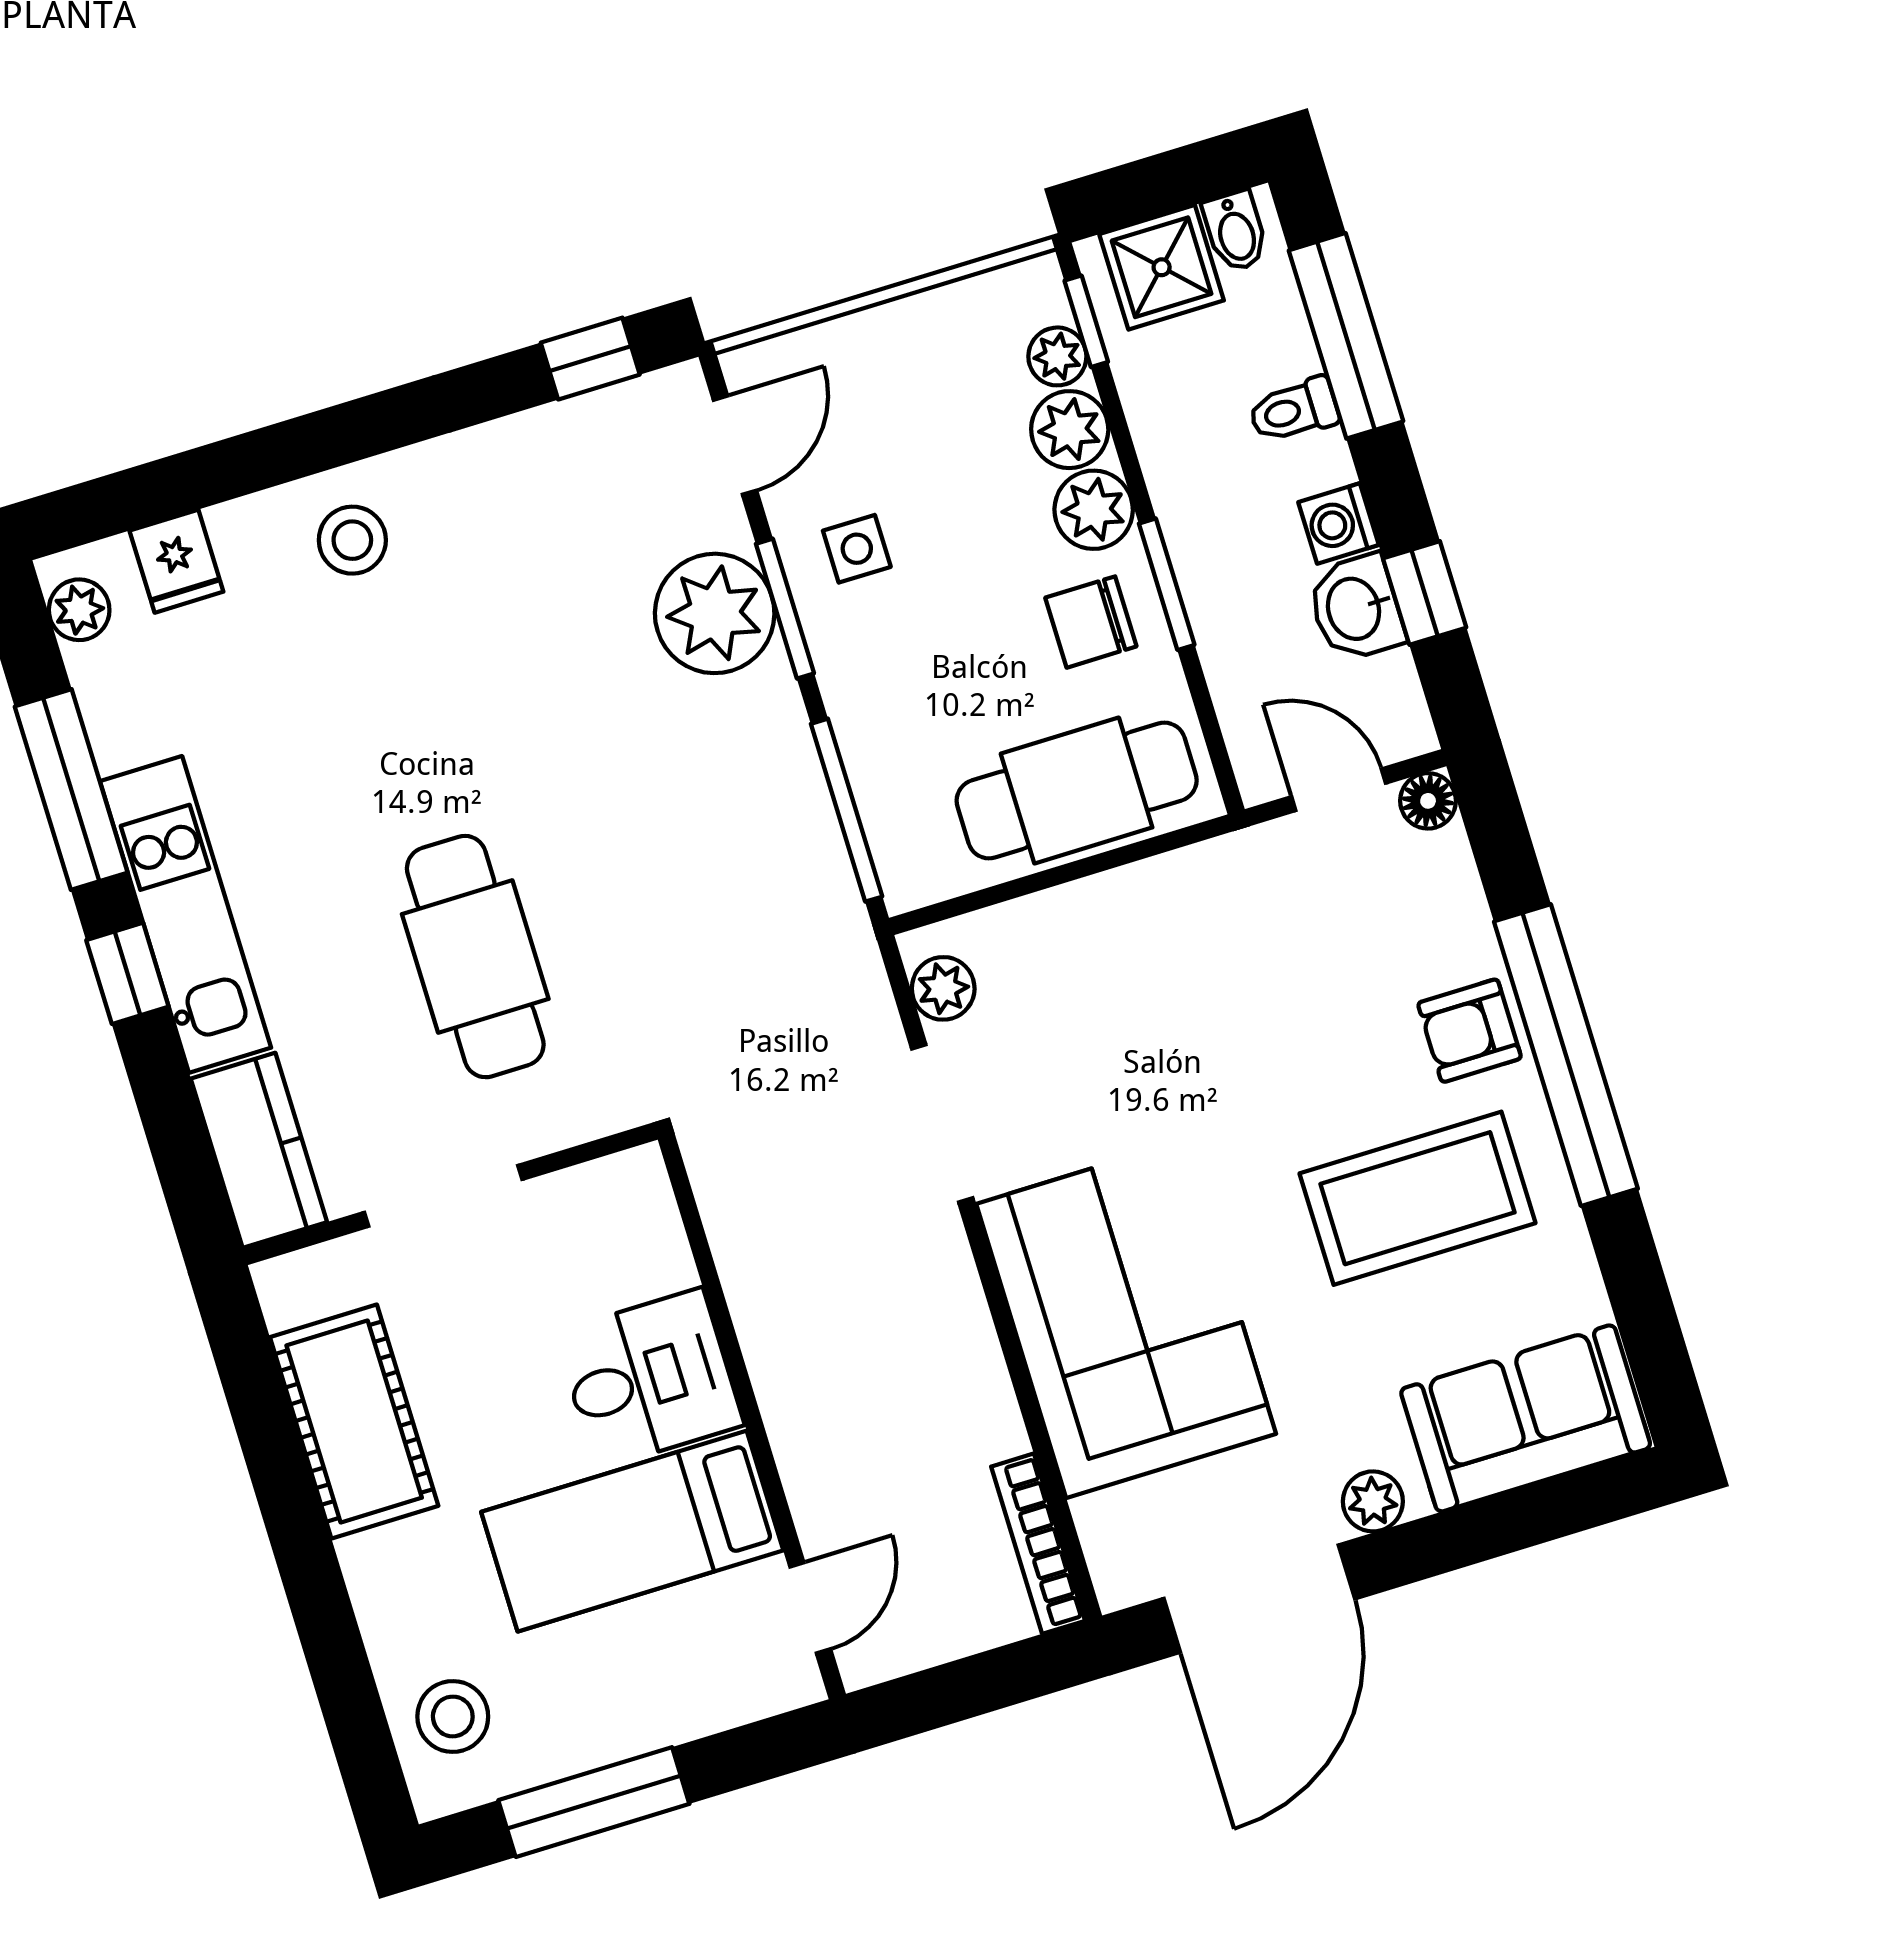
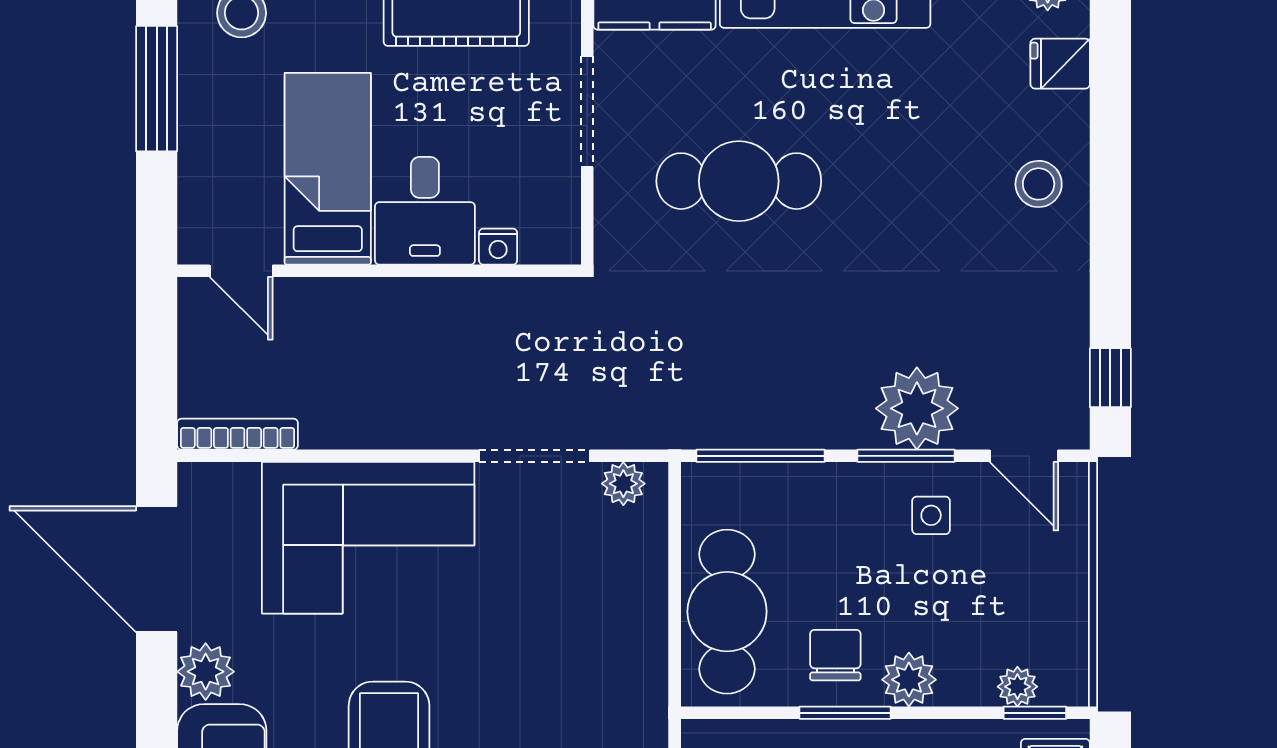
plant: (1070, 430) -> (967, 680), removed
nightstand: (668, 1262) -> (498, 247), added
plant: (1373, 1501) -> (206, 672), width x1.38, depth x1.38

